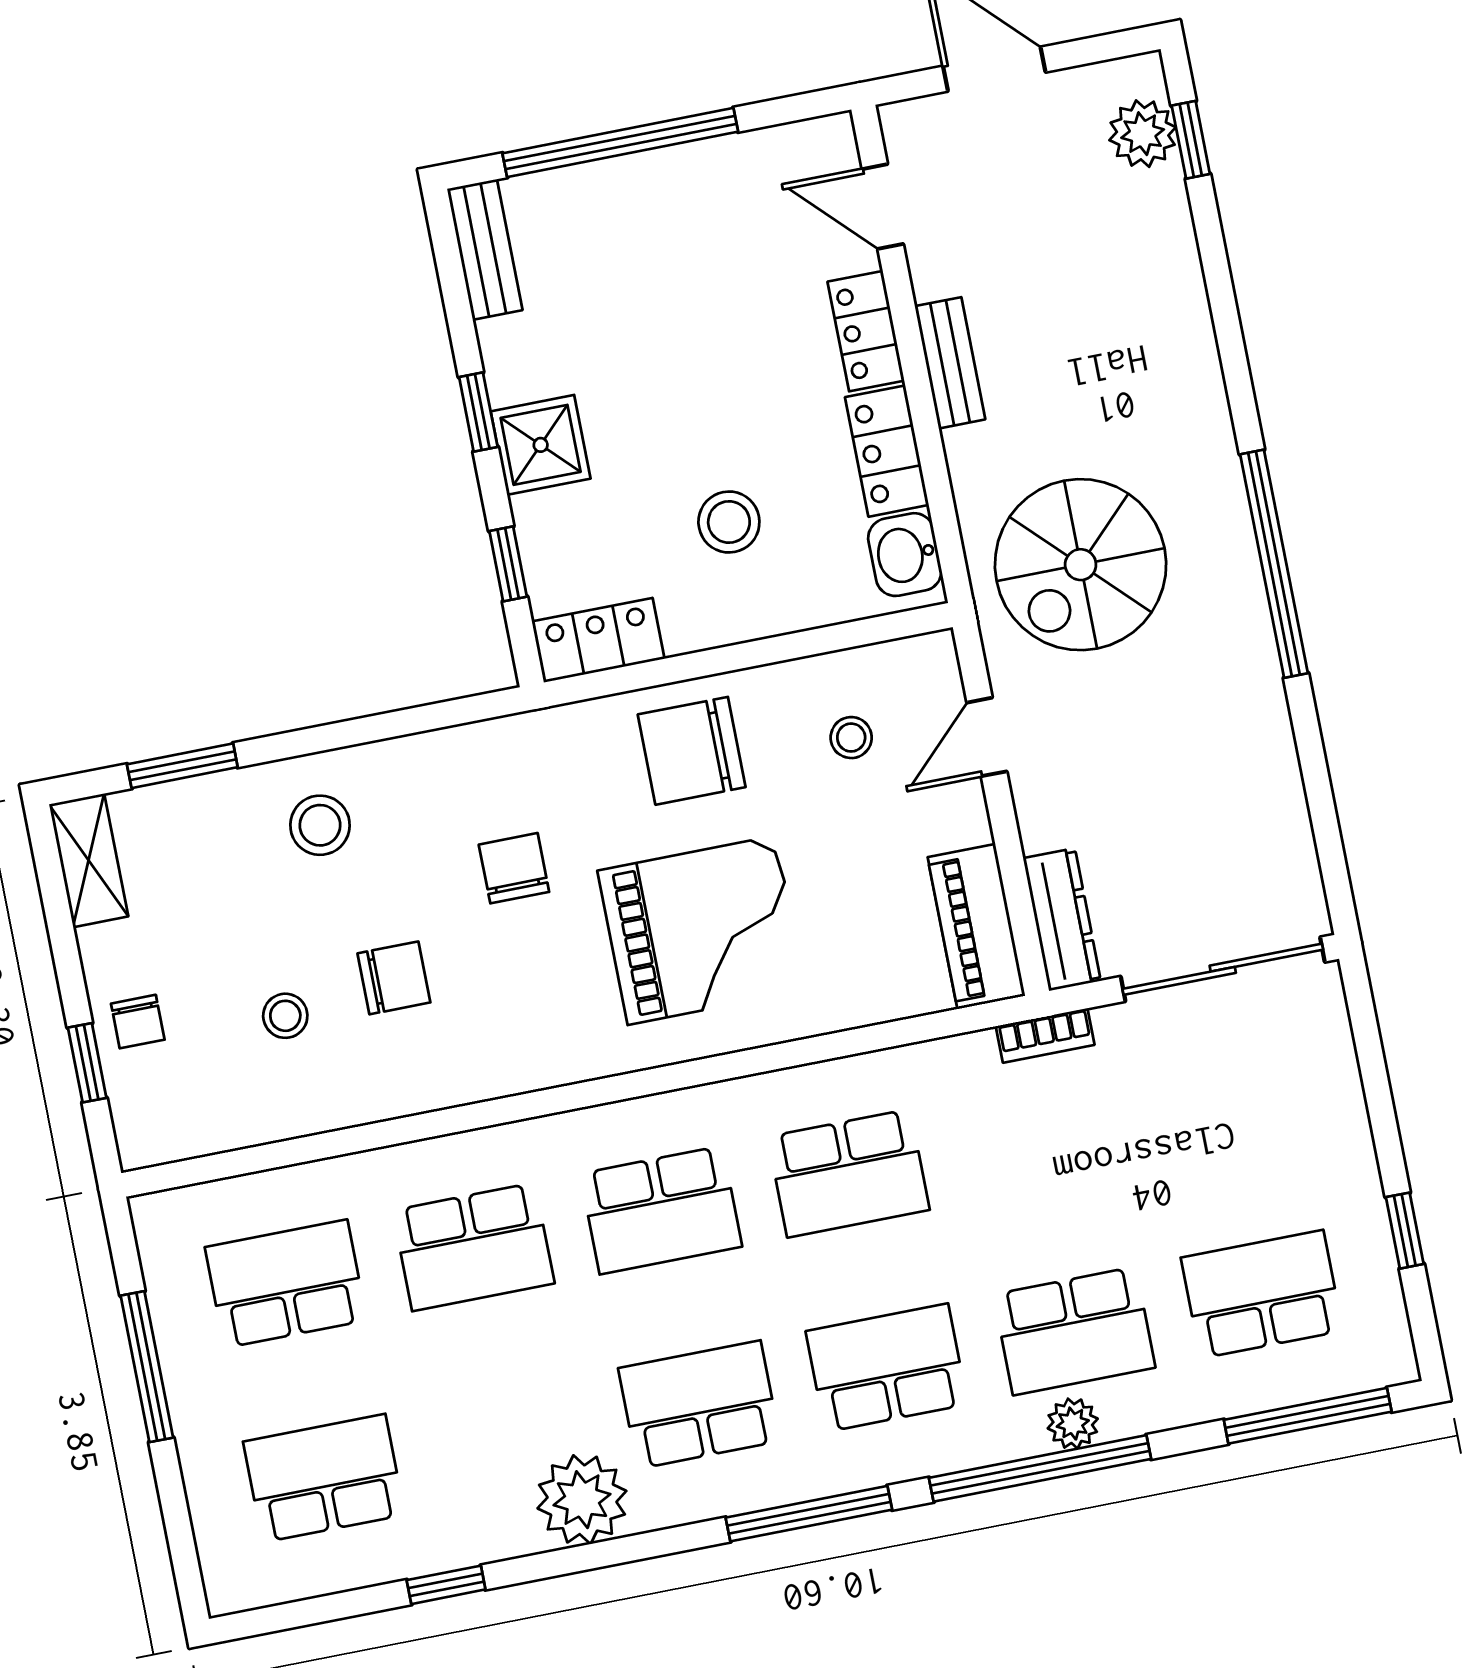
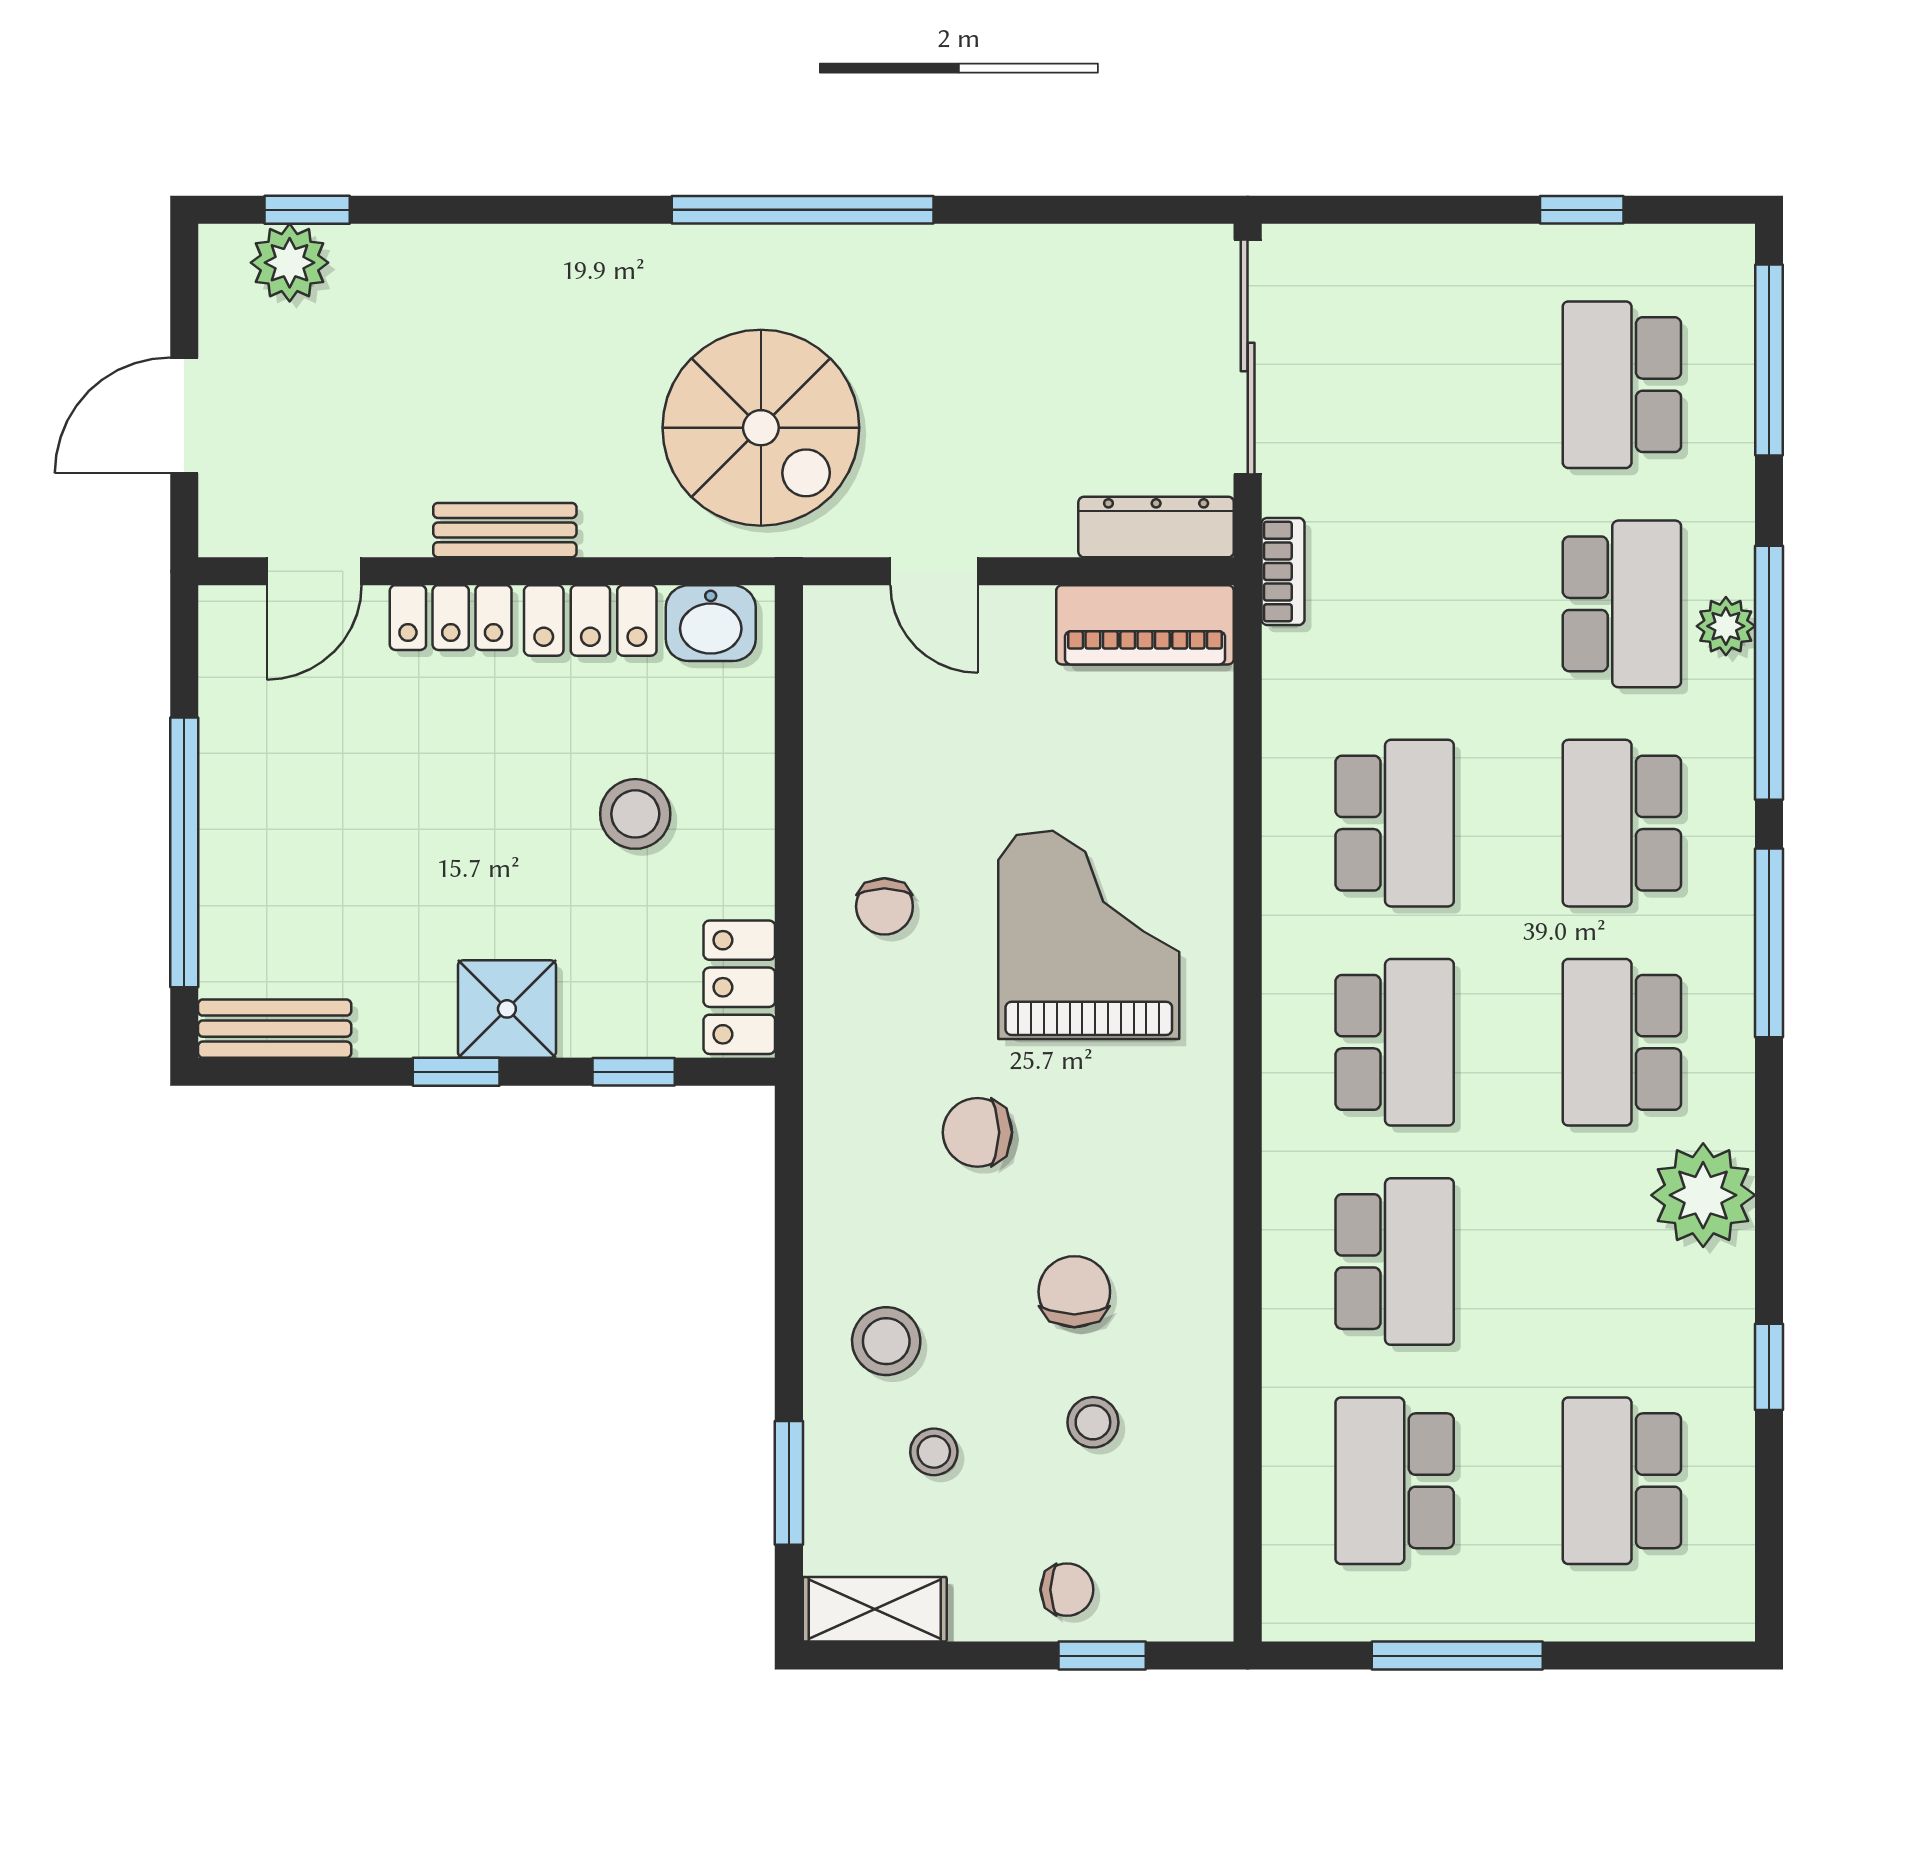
stool: (851, 738) -> (934, 1452), moved
chair: (692, 751) -> (884, 906), width x0.54, depth x0.54

